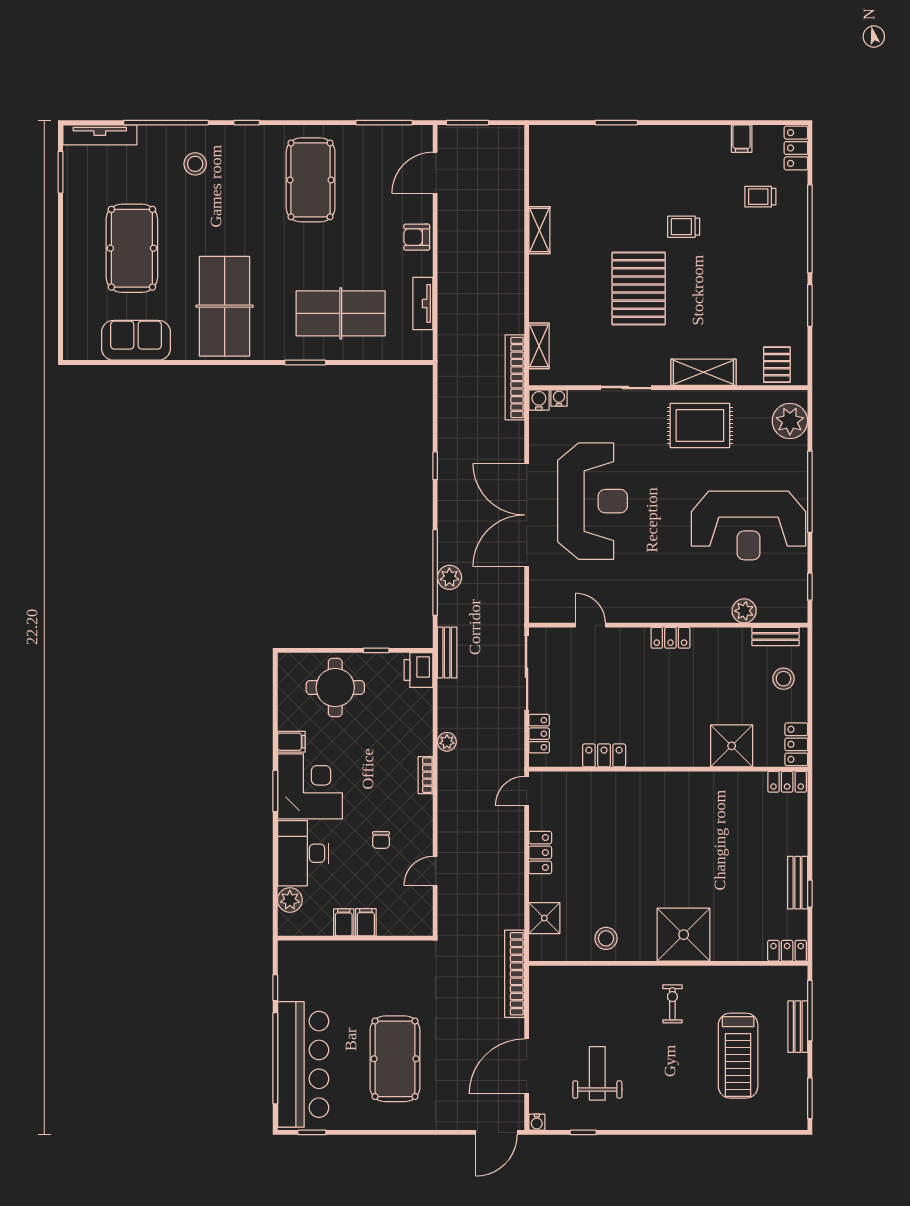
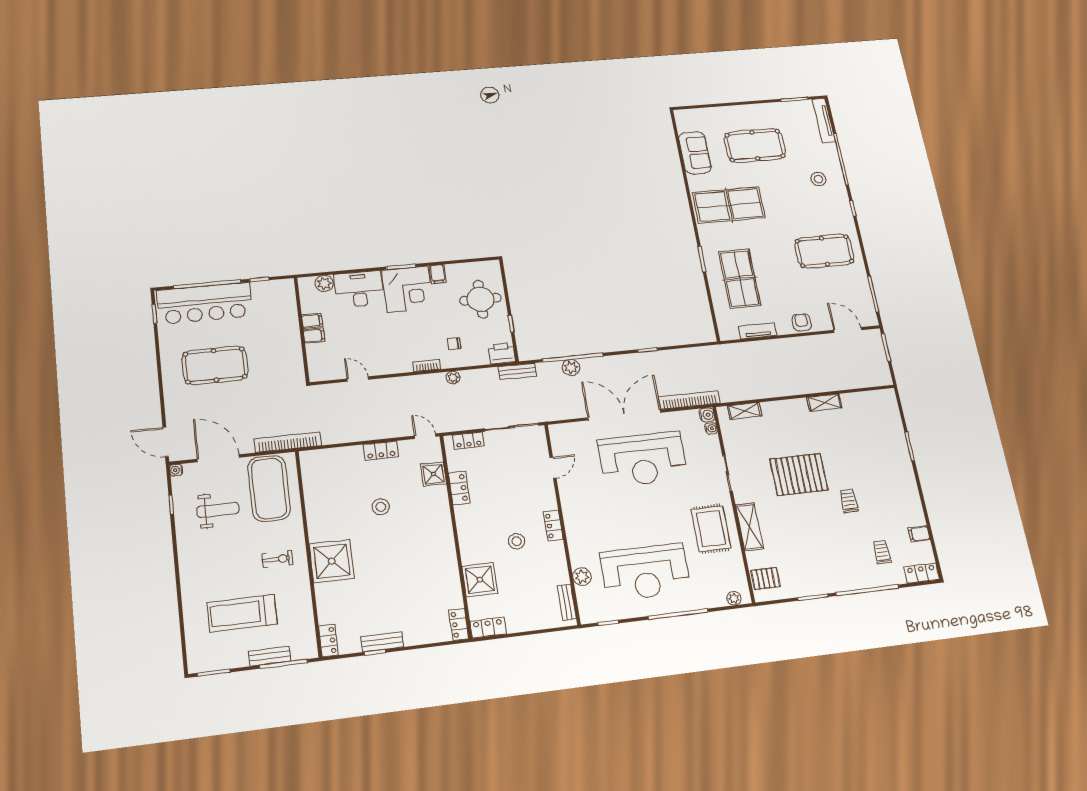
bookcase: (515, 377) -> (689, 400), moved
plant: (790, 421) -> (734, 598), width x0.53, depth x0.53
reception desk: (749, 525) -> (645, 572), turned -90
stool: (784, 679) -> (517, 541), moved
chair: (381, 840) -> (454, 344), moved
shower: (544, 918) -> (433, 474), moved
stool: (606, 938) -> (381, 507), moved
exercise mat: (576, 1005) -> (269, 488), added

